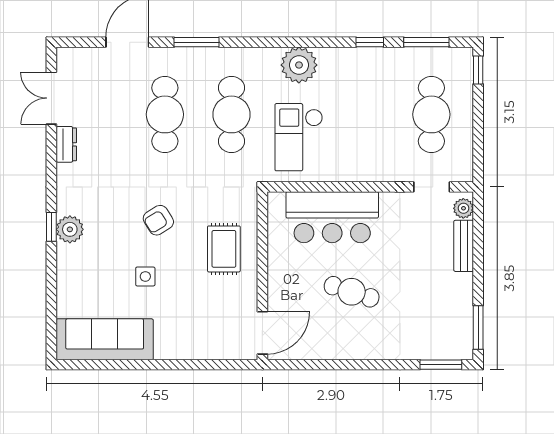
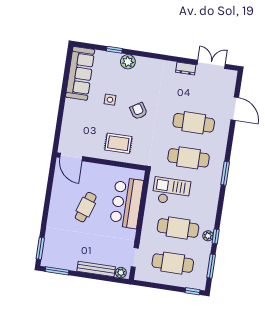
window: (197, 42) -> (225, 173), moved
plant: (299, 65) -> (208, 236), moved, width x0.53, depth x0.53
cafe table: (365, 114) -> (178, 228), added
window: (51, 227) -> (114, 50), moved
plant: (70, 229) -> (128, 62), moved
bench: (464, 246) -> (96, 269), width x1.36

